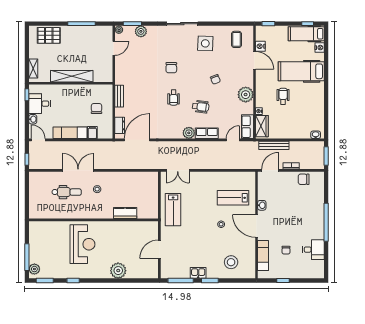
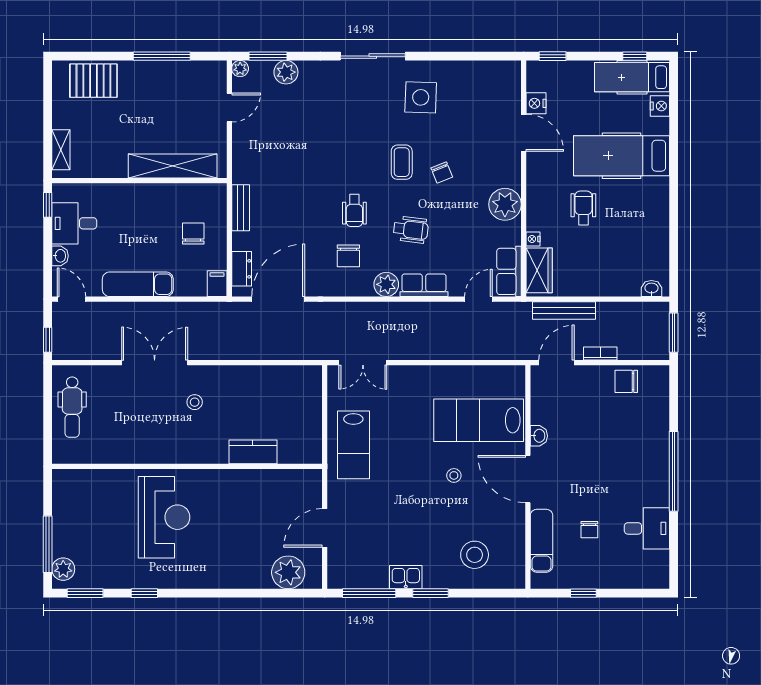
coffee table: (237, 39) -> (402, 162), moved
chair: (171, 68) -> (348, 256), moved
shelving: (72, 76) -> (173, 166), moved
filing cabinet: (92, 132) -> (217, 284), moved
dental chair: (67, 192) -> (72, 407), moved, turned 90
lab bench: (233, 198) -> (479, 420), width x1.36, depth x1.39
plant: (118, 271) -> (288, 572), moved

